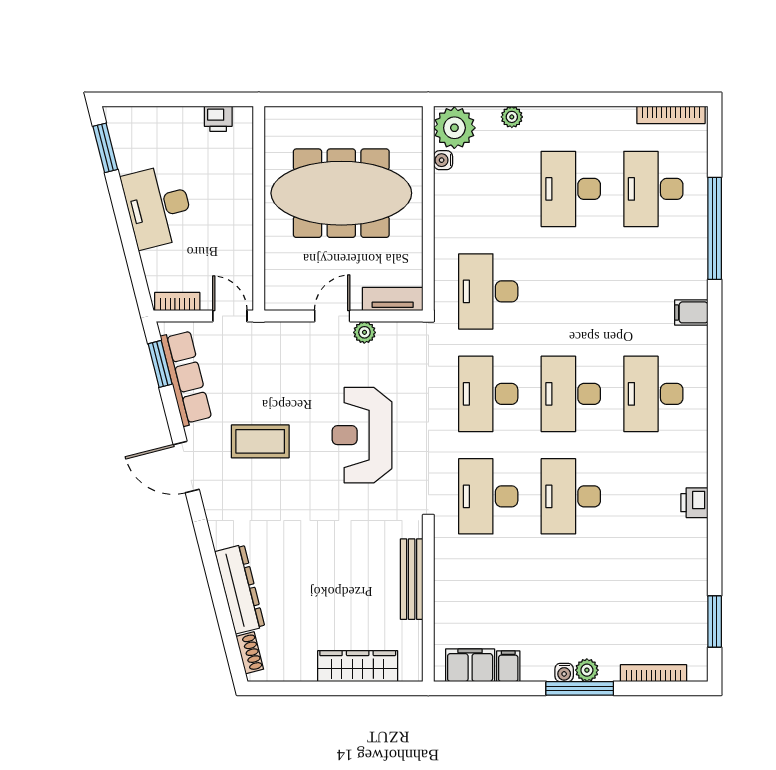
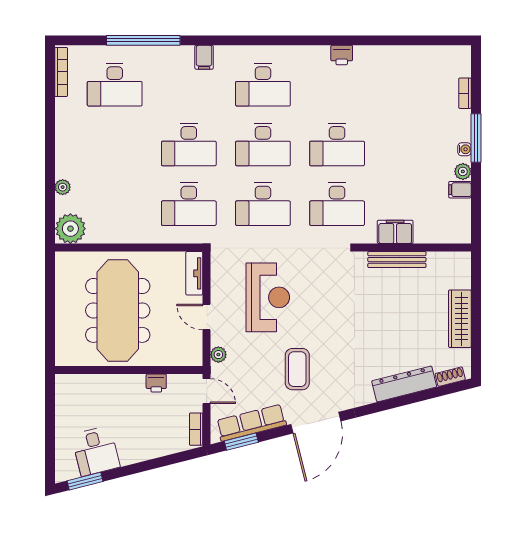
printer: (218, 119) -> (156, 383), moved, turned 90
water cooler: (443, 160) -> (94, 237), removed
desk: (571, 189) -> (189, 144), moved
desk: (158, 206) -> (96, 451), moved, width x0.73
door: (230, 316) -> (207, 391), swing flipped
plant: (364, 332) -> (218, 355), moved
reception desk: (362, 435) -> (268, 297), moved, turned -90
door: (186, 467) -> (316, 423), width x1.36
window: (715, 621) -> (428, 40), removed
filing cabinet: (470, 665) -> (395, 232), moved, turned 90
wardrobe: (358, 666) -> (460, 319), moved
plant: (587, 670) -> (463, 171), moved
bookcase: (654, 673) -> (465, 93), width x0.64

